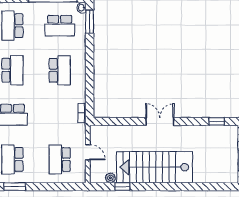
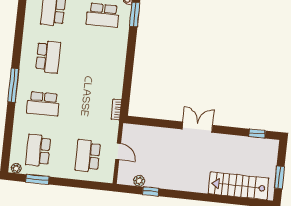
school desk: (60, 70) -> (98, 62), removed
stairs: (154, 167) -> (239, 186), moved, width x0.73, depth x0.66

